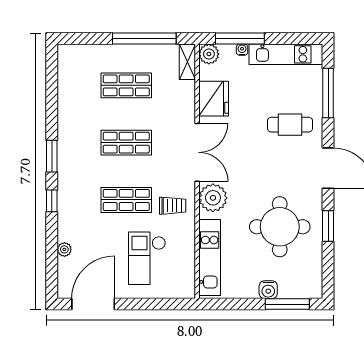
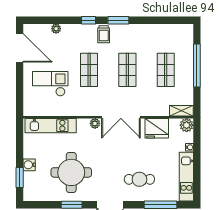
window: (144, 39) -> (197, 65), moved
window: (240, 39) -> (197, 146), removed
cafe table: (290, 125) -> (139, 179), turned 90
plant: (213, 198) -> (95, 123), width x0.53, depth x0.53
trolley: (173, 206) -> (104, 34), moved
window: (287, 304) -> (20, 178), width x0.69

